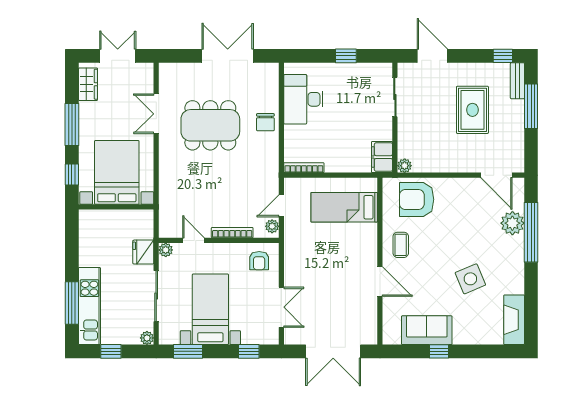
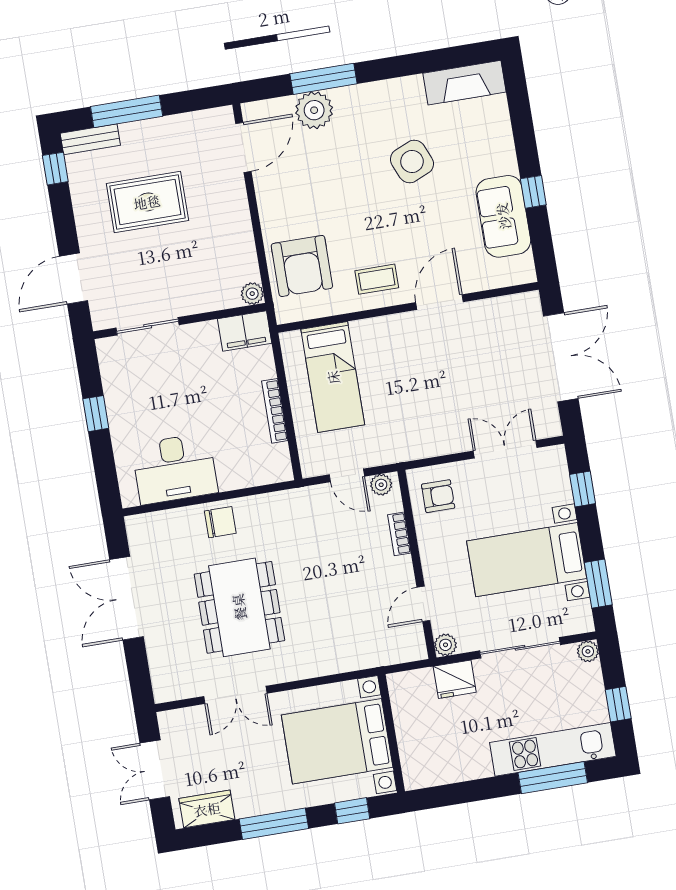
bookcase: (304, 168) -> (275, 411), moved
window: (531, 232) -> (324, 79), width x0.68
bookcase: (232, 233) -> (399, 534), width x0.64

